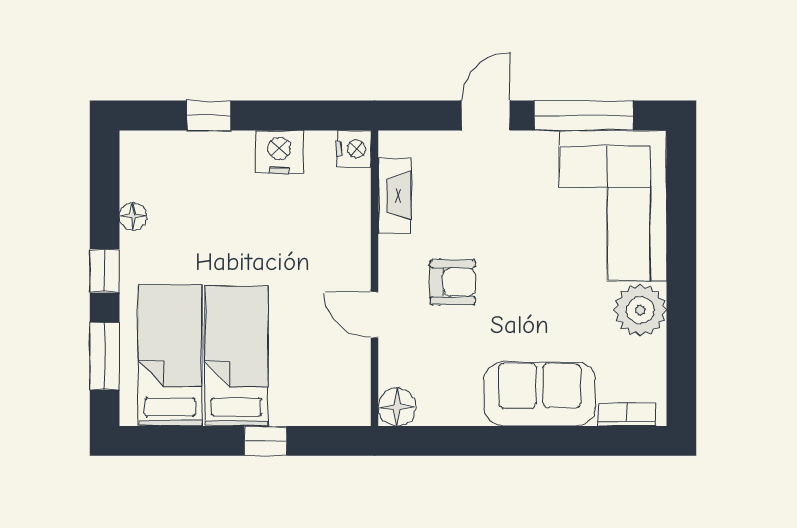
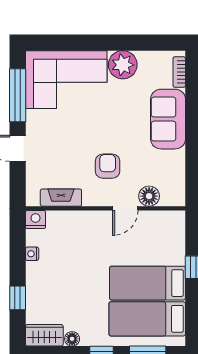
nightstand: (279, 152) -> (32, 254), width x0.53, depth x0.56
wardrobe: (140, 165) -> (44, 335), added
floor lamp: (397, 407) -> (149, 196), moved

